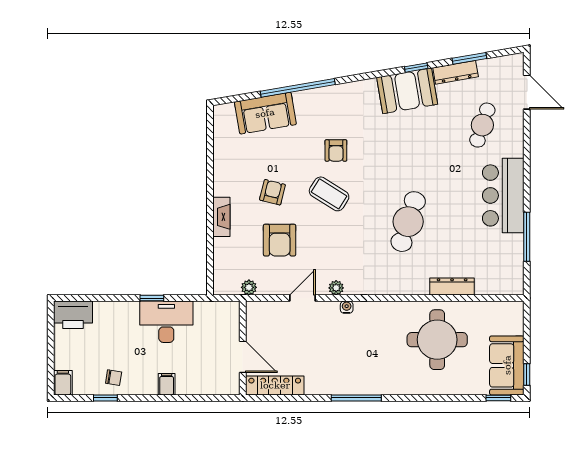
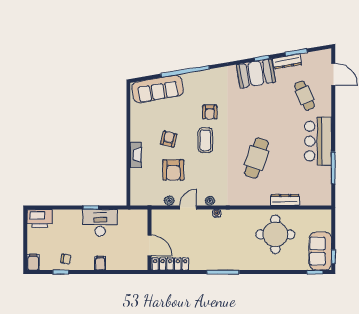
sofa: (265, 113) -> (158, 89), width x1.36
cafe table: (482, 125) -> (305, 96), turned -42
coffee table: (329, 194) -> (205, 140), turned 58
plant: (249, 287) -> (169, 201), moved

